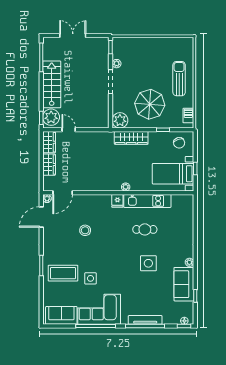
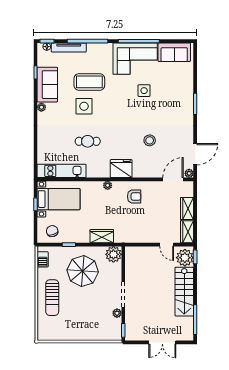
wardrobe: (131, 138) -> (102, 236), width x0.67
armchair: (100, 176) -> (134, 196), added
fridge: (117, 201) -> (121, 169), width x1.88, depth x1.34
kitchen unit: (147, 201) -> (62, 171), moved
coffee table: (63, 273) -> (89, 82), moved
tv unit: (145, 320) -> (69, 48), moved

